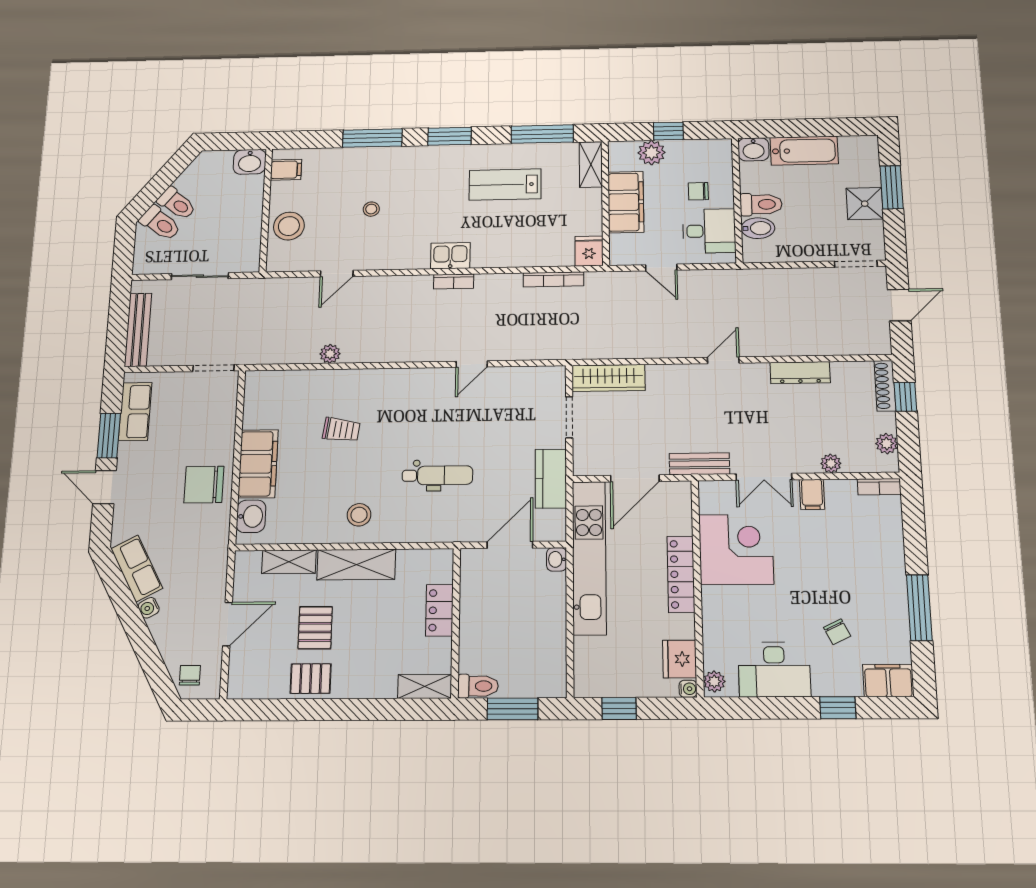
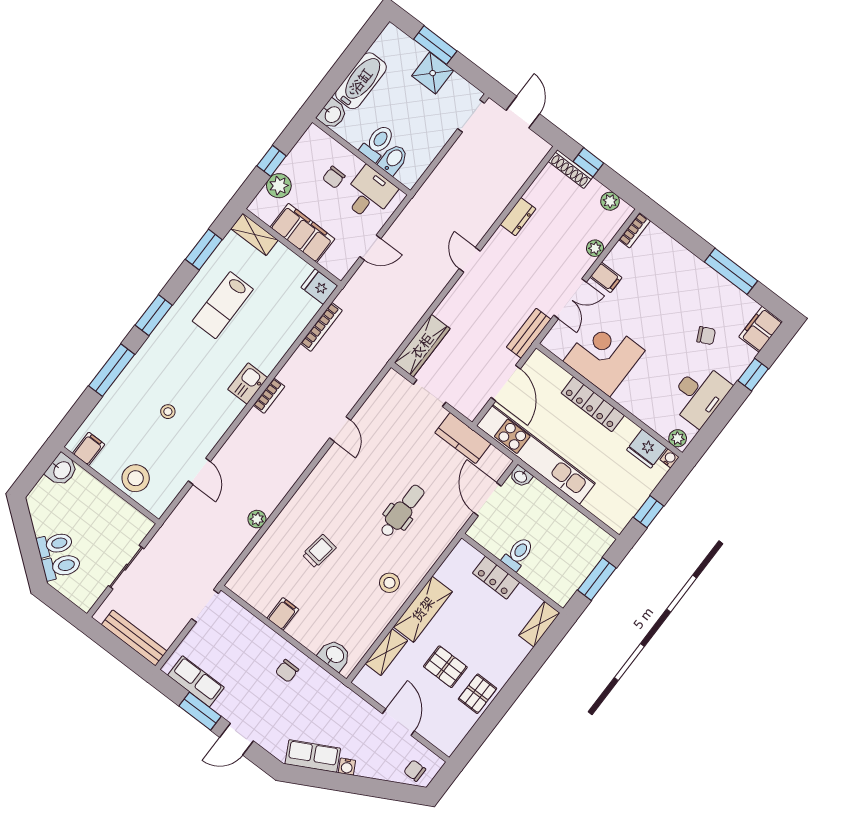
window: (542, 134) -> (204, 250), width x0.69
dresser: (800, 373) -> (518, 217), width x0.70
filing cabinet: (258, 464) -> (283, 614), width x0.33, depth x0.86
chair: (204, 485) -> (287, 671), width x0.54, depth x0.54
toilet: (478, 686) -> (518, 554), moved

